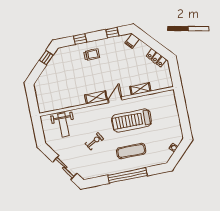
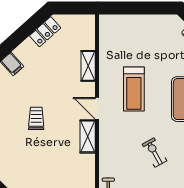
trolley: (92, 55) -> (36, 118), moved
treadmill: (132, 121) -> (134, 89), width x0.73, depth x0.73

